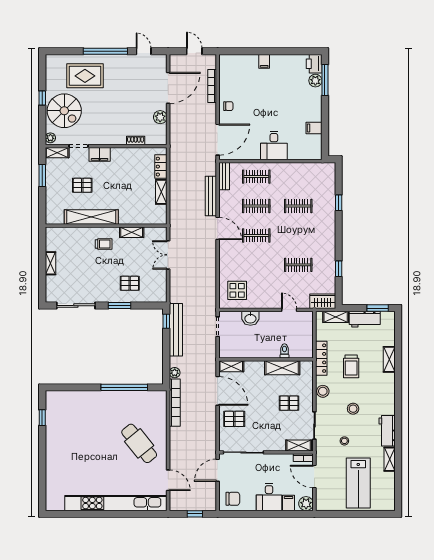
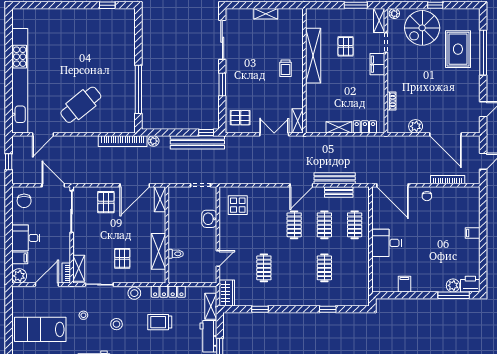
window: (105, 51) -> (483, 53), moved
bench: (224, 176) -> (339, 192), moved
shelving: (132, 232) -> (298, 121), moved
pallet: (130, 283) -> (240, 118), moved, turned 90

